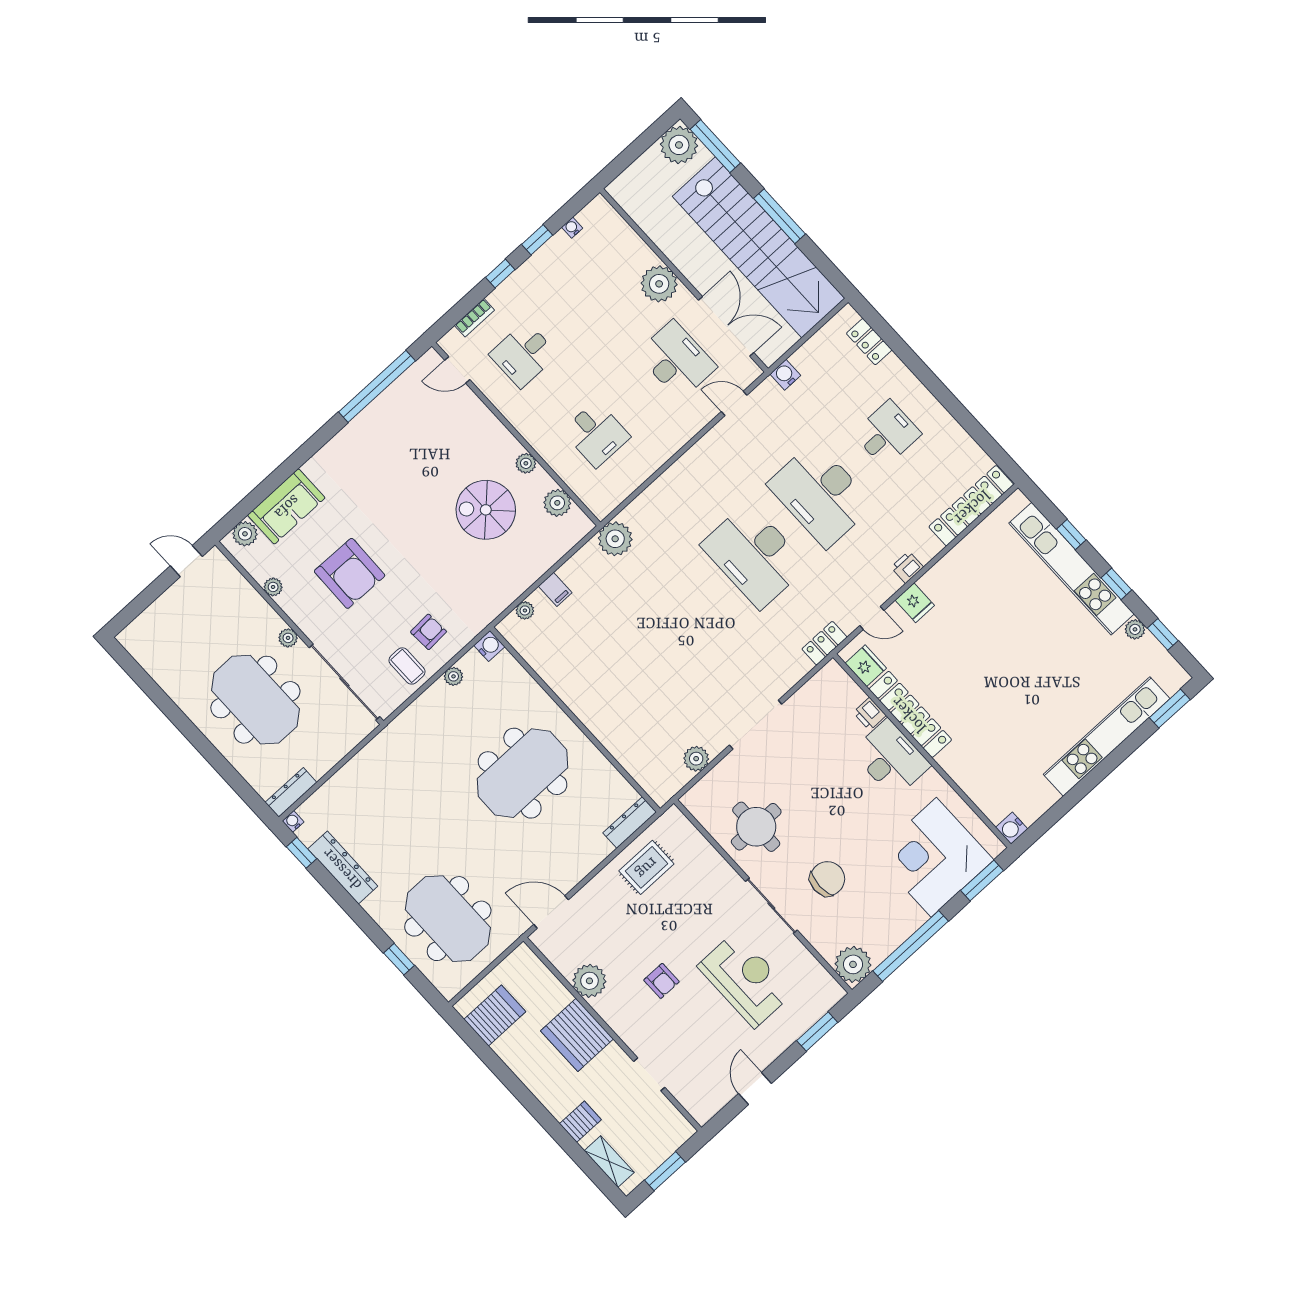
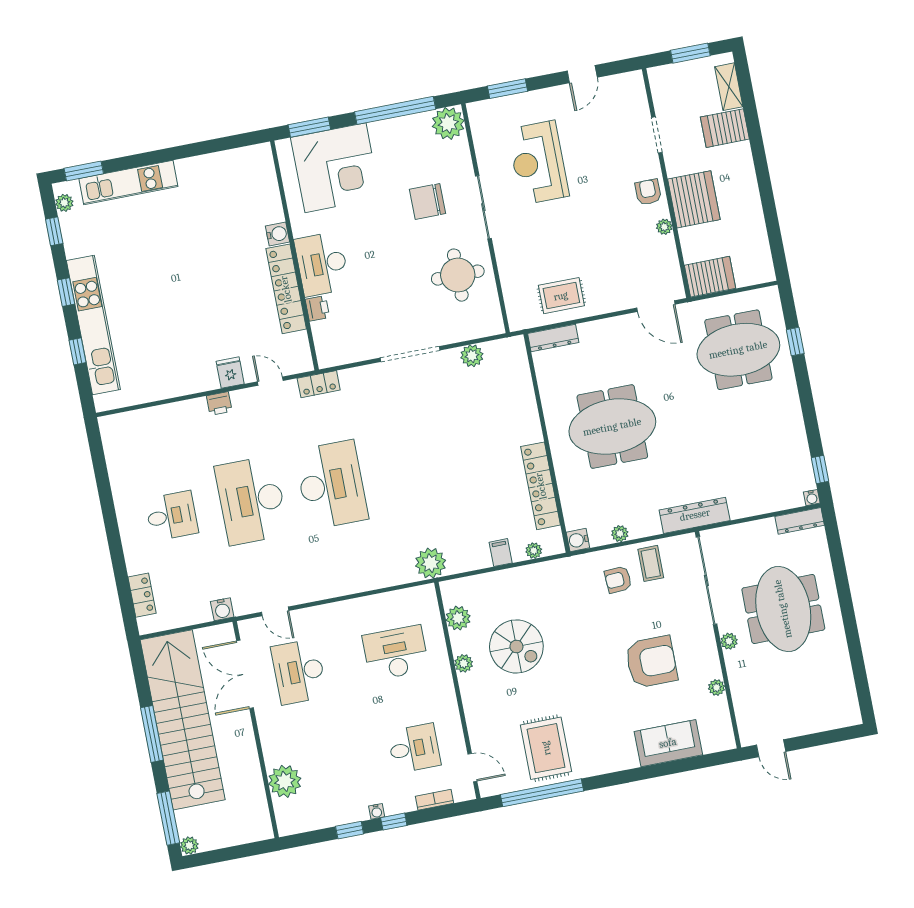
plant: (679, 145) -> (189, 846), width x0.53, depth x0.53
water cooler: (572, 228) -> (377, 811), moved
plant: (659, 284) -> (285, 781), moved
rug: (399, 431) -> (546, 748), added
desk: (596, 434) -> (396, 653), width x1.37
desk: (887, 434) -> (172, 516), turned 180
desk: (821, 495) -> (251, 500), turned 180
locker: (971, 506) -> (541, 486), moved, turned 90
plant: (245, 534) -> (713, 742), removed
armchair: (350, 573) -> (651, 662), turned 89
plant: (1135, 629) -> (64, 203), moved
fridge: (866, 666) -> (297, 347), removed
kitchen unit: (1107, 736) -> (128, 183), width x0.73
water cooler: (1012, 828) -> (277, 234), moved
dresser: (343, 868) -> (695, 515), moved, turned 90
meeting table: (448, 919) -> (738, 350), turned 90
plant: (589, 981) -> (664, 227), width x0.53, depth x0.53
armchair: (661, 981) -> (648, 192), moved
server rack: (495, 1016) -> (710, 277), moved, turned 180
server rack: (580, 1122) -> (725, 128), width x1.36, depth x1.44

